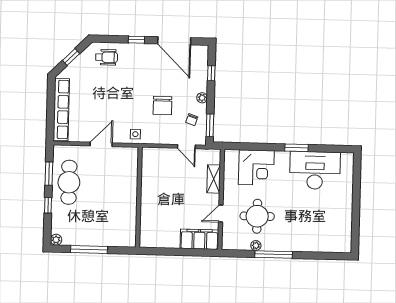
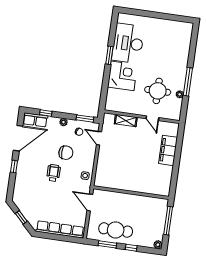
wheelchair: (107, 57) -> (54, 173), moved
row of seats: (201, 61) -> (35, 120), added
door: (186, 147) -> (99, 138), swing flipped
corner desk: (256, 168) -> (122, 76), moved
wall: (139, 197) -> (131, 193), moved
filing cabinet: (199, 239) -> (168, 150), moved

